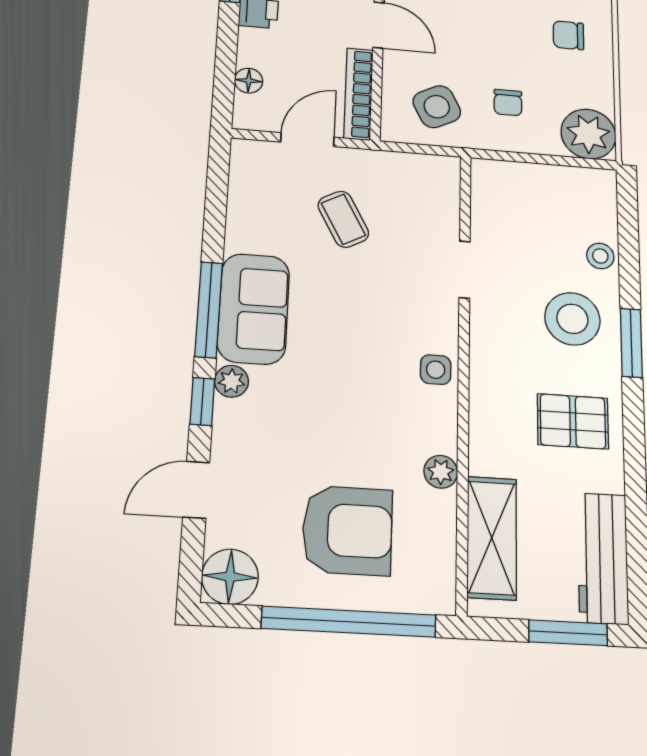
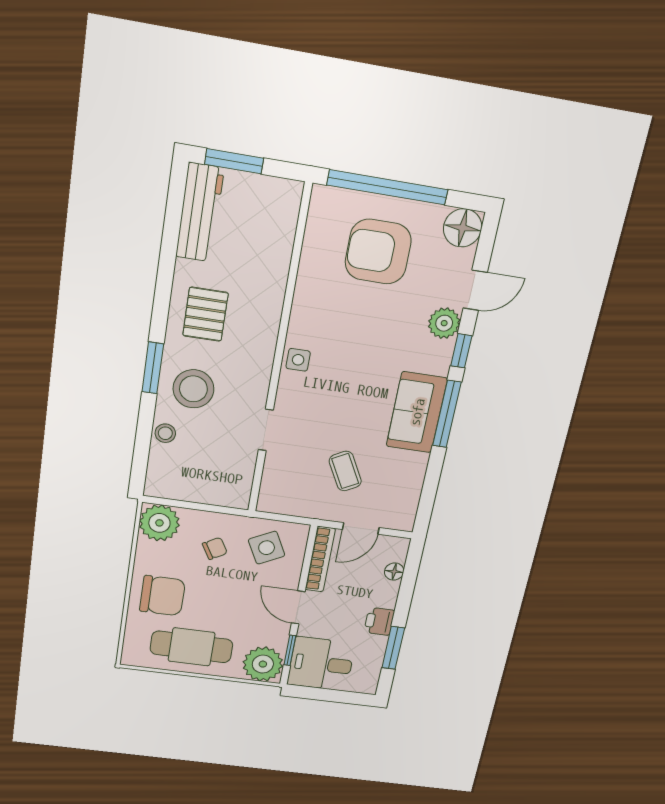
chair: (568, 35) -> (162, 596), width x1.87, depth x1.87
chair: (508, 103) -> (215, 548), turned 60
plant: (232, 381) -> (444, 323), moved, width x1.38, depth x1.38
pallet: (573, 421) -> (205, 314), turned 90
plant: (441, 472) -> (306, 287), removed
shelving: (492, 538) -> (278, 236), removed

